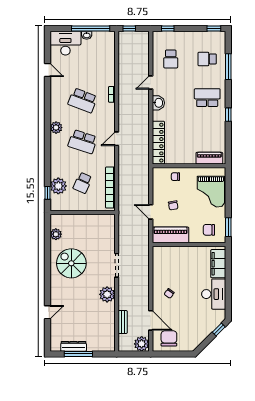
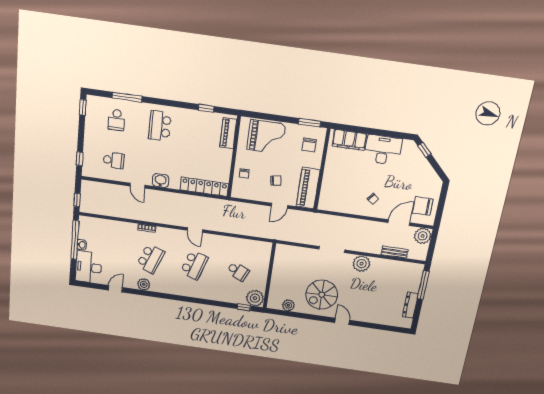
window: (228, 115) -> (206, 108), moved
plant: (56, 128) -> (144, 284), moved
plant: (58, 186) -> (255, 298), moved
bookcase: (110, 187) -> (247, 244), removed
door: (47, 312) -> (342, 321), moved
window: (78, 354) -> (423, 285), moved

